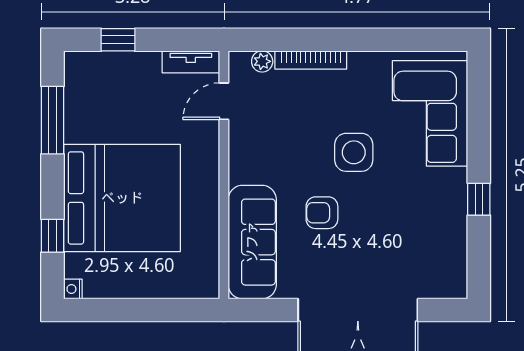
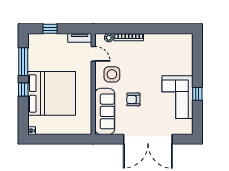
door: (224, 101) -> (93, 54), swing flipped
corner sofa: (430, 113) -> (177, 97), moved
side table: (354, 152) -> (112, 74), moved
window: (53, 236) -> (23, 89), moved

